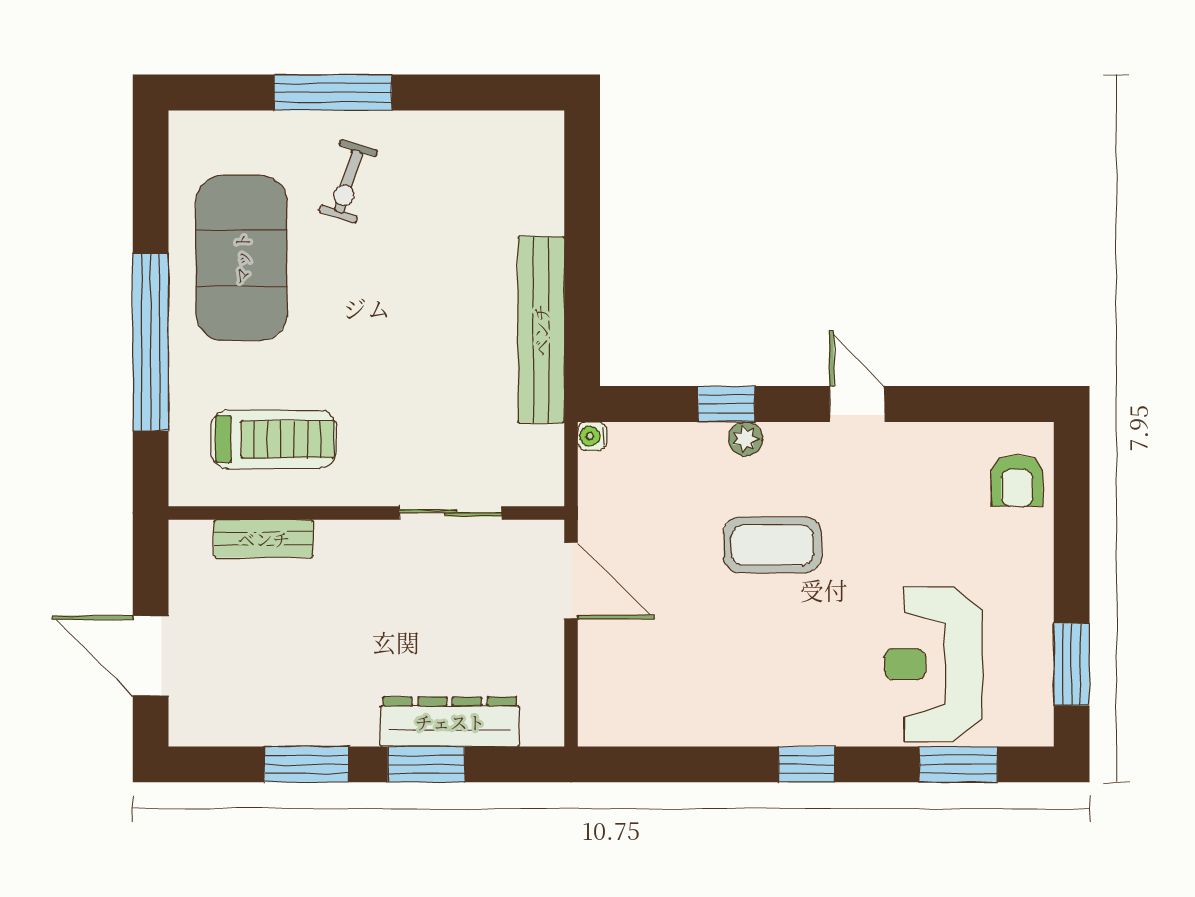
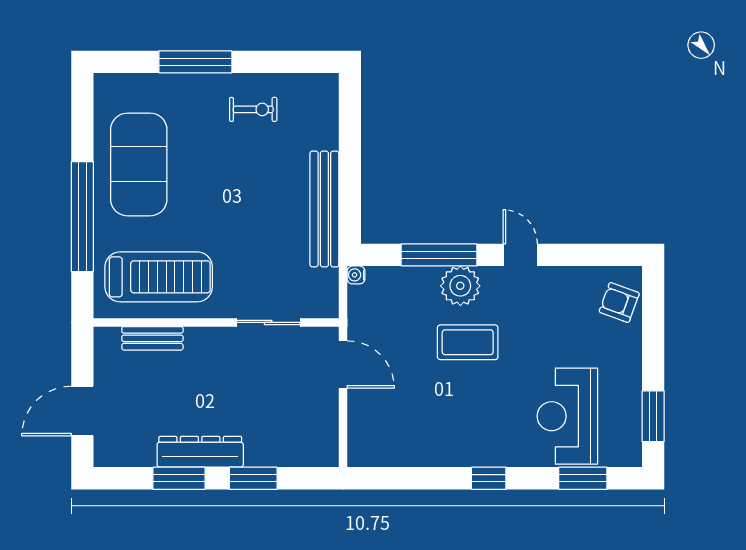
exercise bike: (348, 181) -> (253, 109), moved, turned -107
window: (726, 404) -> (439, 255), width x2.17
treadmill: (274, 439) -> (159, 277), width x1.37, depth x1.38
plant: (746, 439) -> (460, 286), width x1.88, depth x1.88
armchair: (1017, 481) -> (619, 302), turned 110
door: (151, 656) -> (82, 411), hinge flipped
dresser: (450, 722) -> (200, 452), moved

